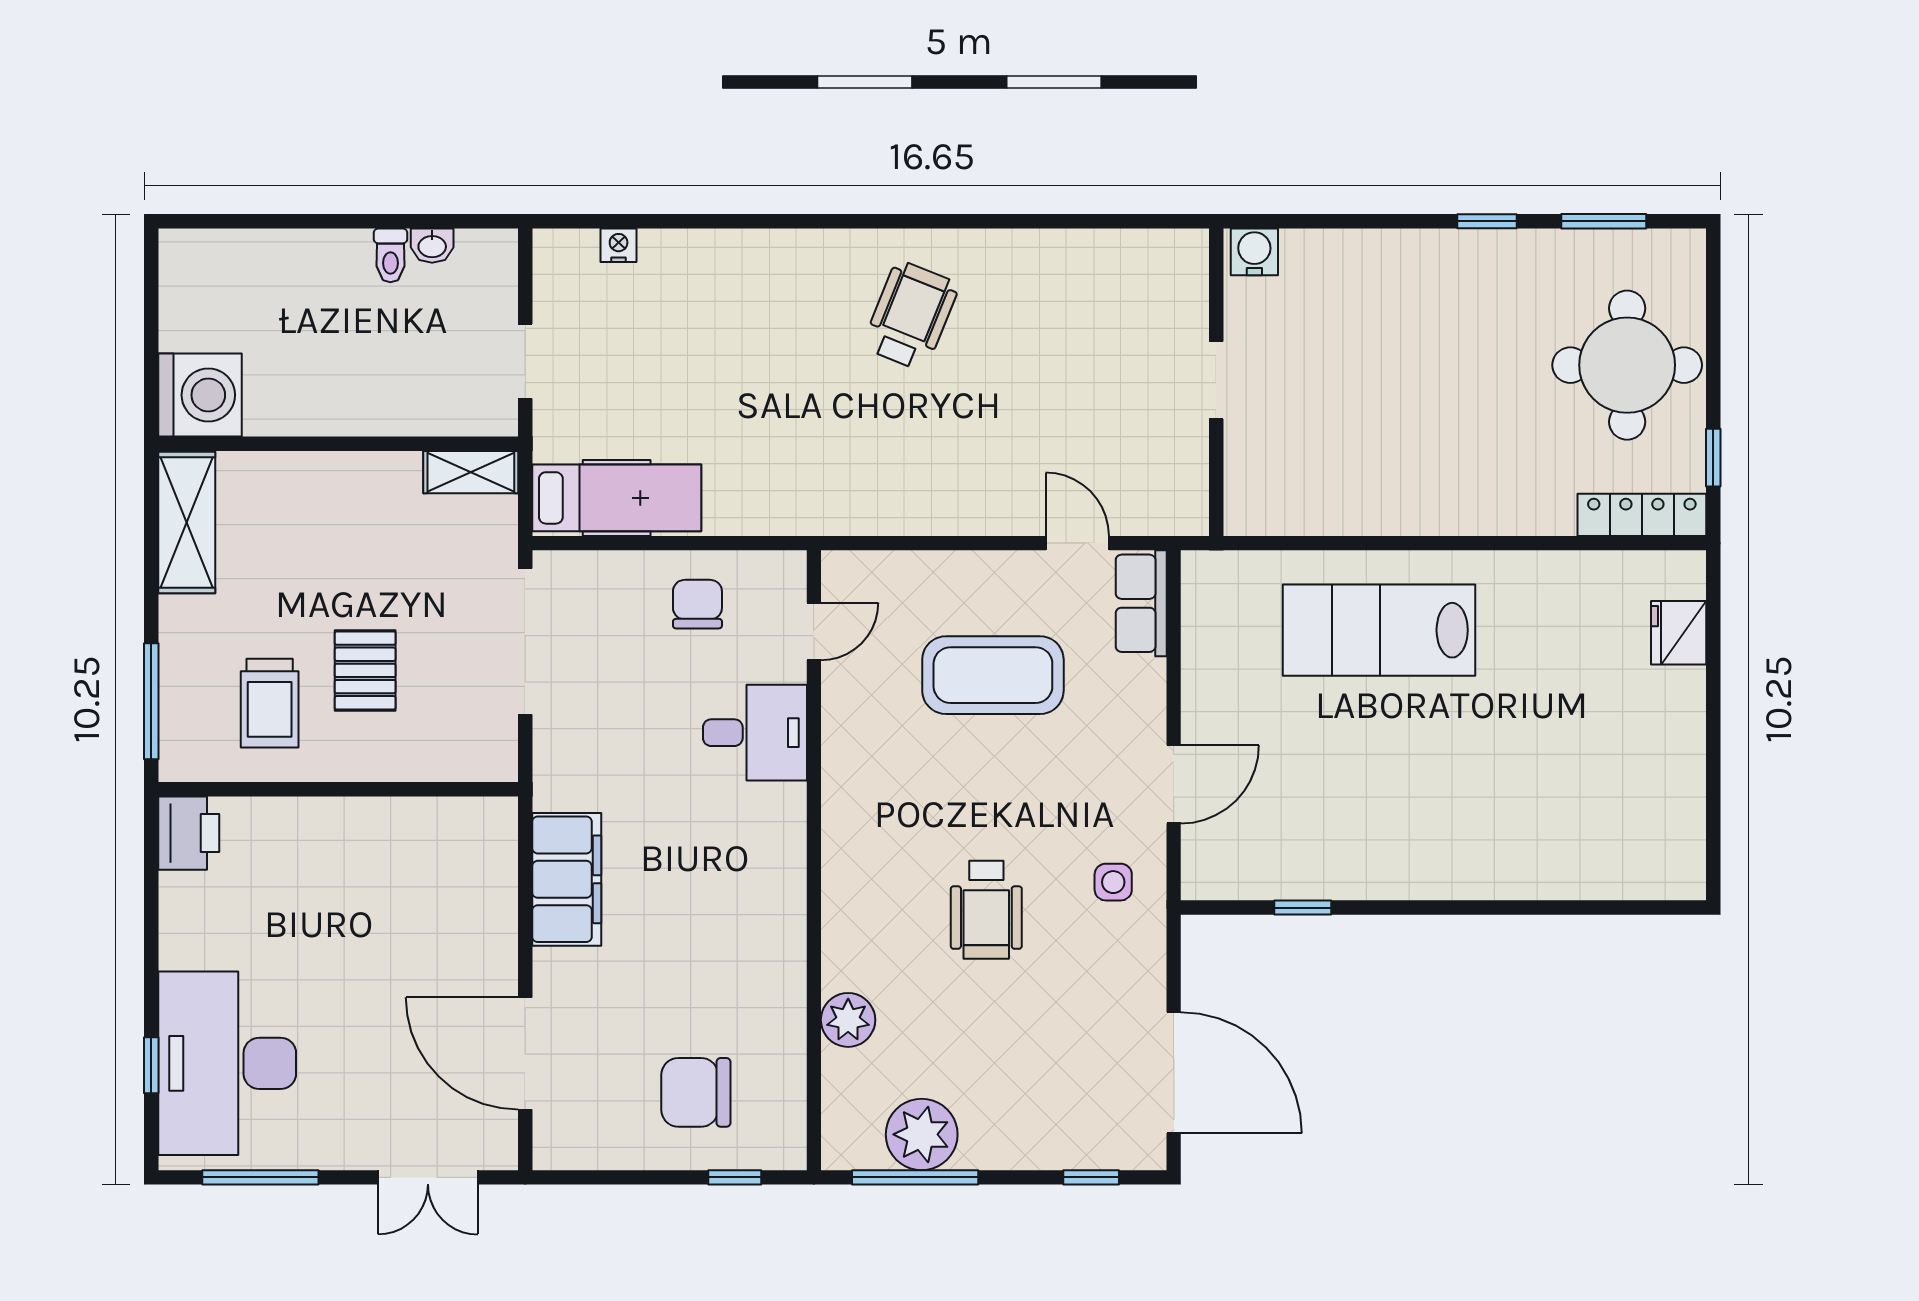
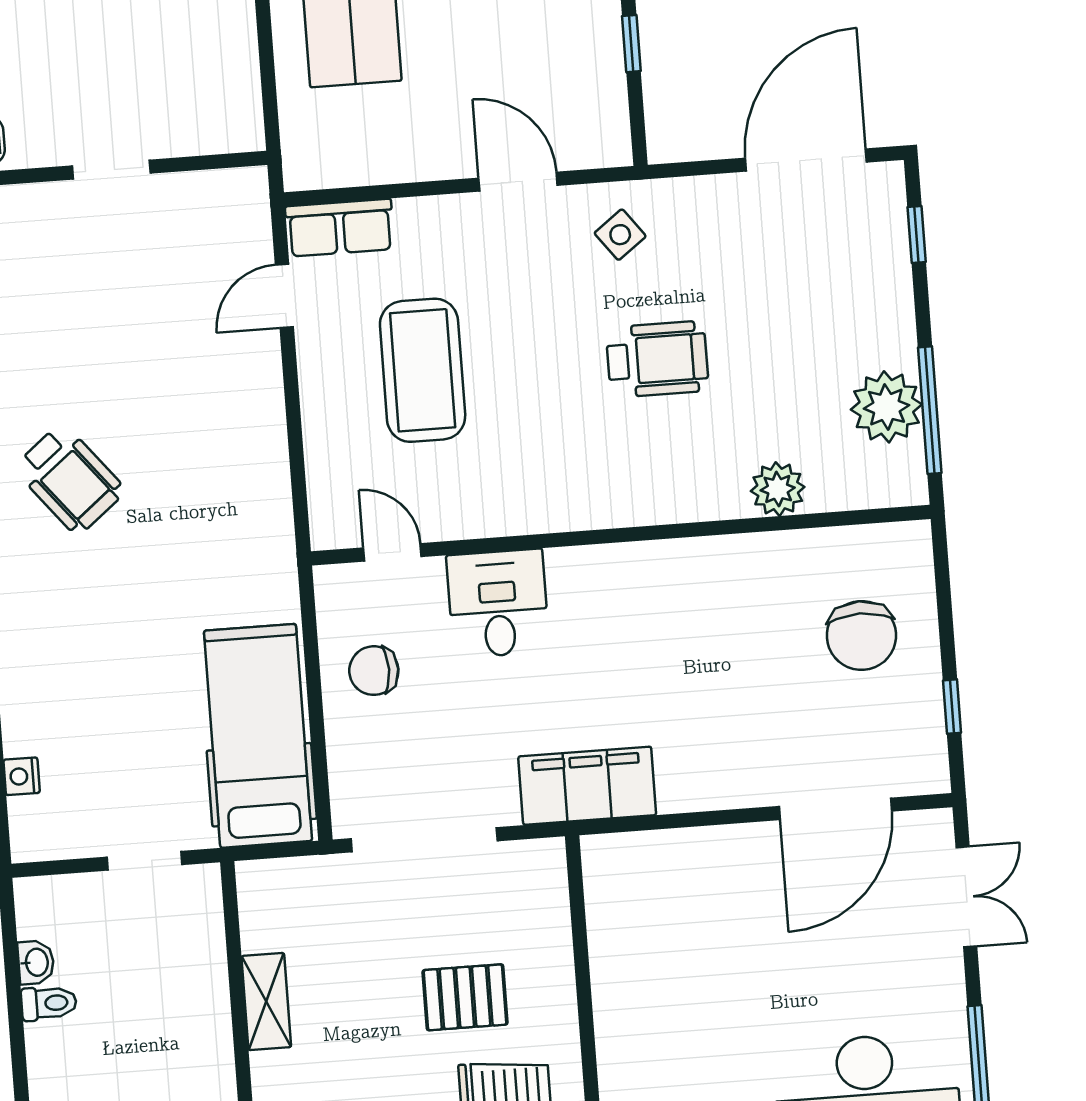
wheelchair: (911, 315) -> (70, 479), turned -151
shelving: (471, 472) -> (266, 1002), moved
hospital bed: (617, 498) -> (258, 736), width x1.37, depth x1.29
filing cabinet: (567, 879) -> (587, 786), moved
side table: (1113, 882) -> (620, 235), turned -37
window: (735, 1177) -> (952, 707), moved

